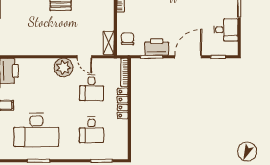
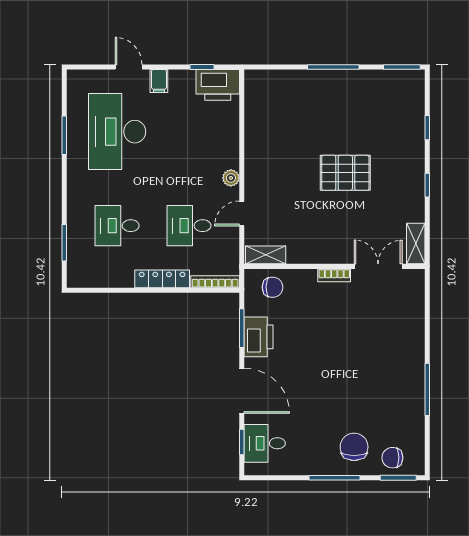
desk: (226, 30) -> (265, 443), moved, turned 90
plant: (64, 67) -> (231, 178), width x0.53, depth x0.53

